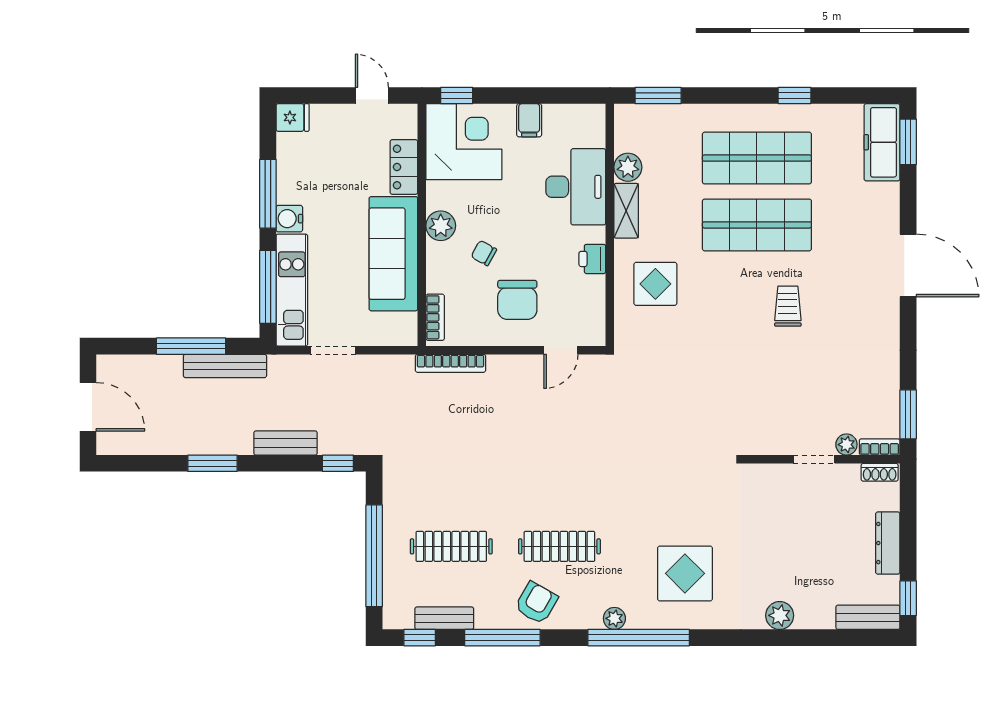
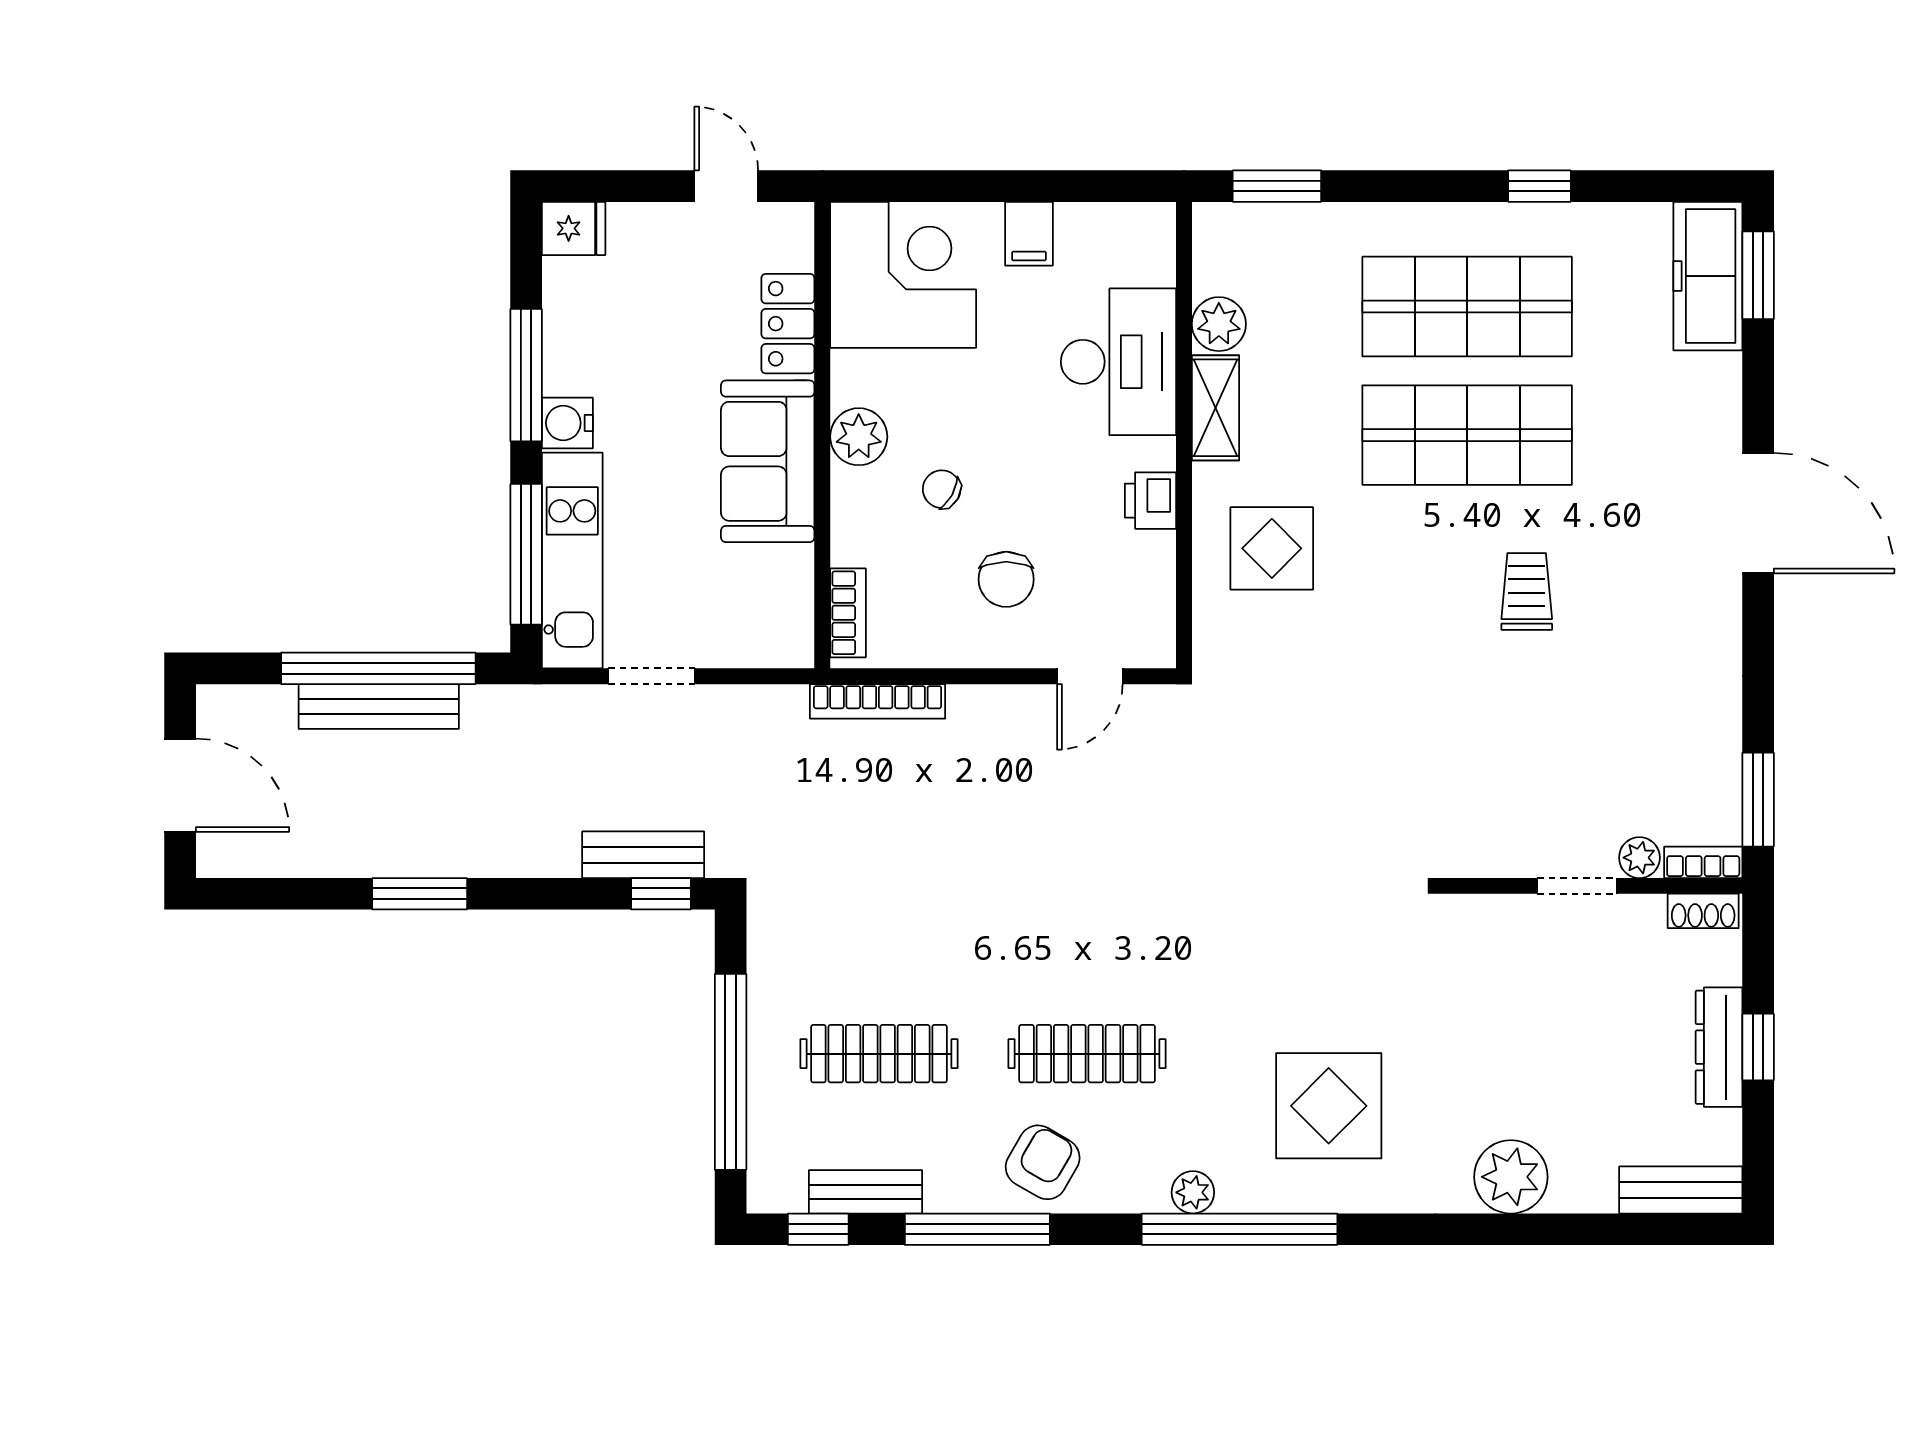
window: (457, 95) -> (889, 186), removed
sofa: (393, 254) -> (768, 461), width x0.73
chair: (517, 300) -> (1006, 579), width x0.73, depth x0.73
window: (191, 346) -> (378, 668), width x1.46
bench: (225, 366) -> (379, 706), moved
bench: (286, 443) -> (643, 855), moved
window: (908, 598) -> (1758, 1047), moved
plant: (780, 615) -> (1511, 1177), width x1.36, depth x1.36

